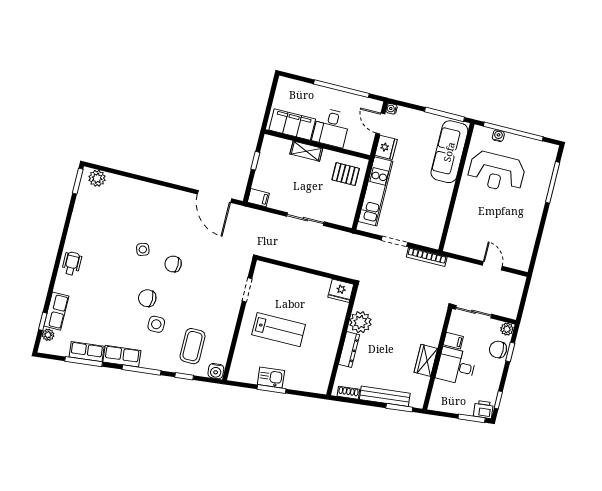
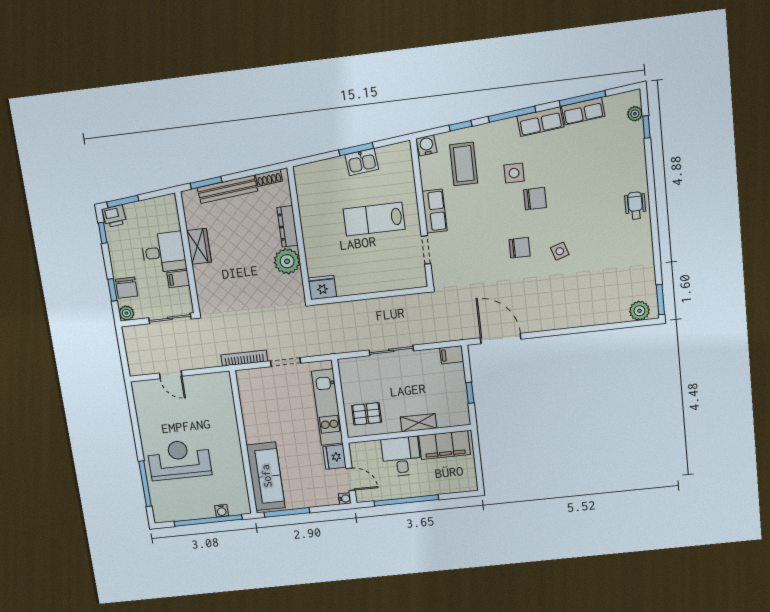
reception desk: (496, 172) -> (179, 460), moved
wheelchair: (72, 263) -> (635, 206), turned 180
row of seats: (56, 311) -> (435, 211), moved, turned 180
chair: (498, 349) -> (127, 288), turned 90

